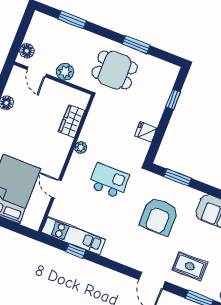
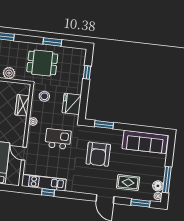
stool: (105, 117) -> (44, 96), added
fridge: (146, 132) -> (72, 104), width x1.88, depth x1.34

